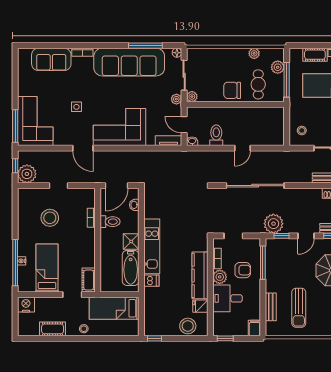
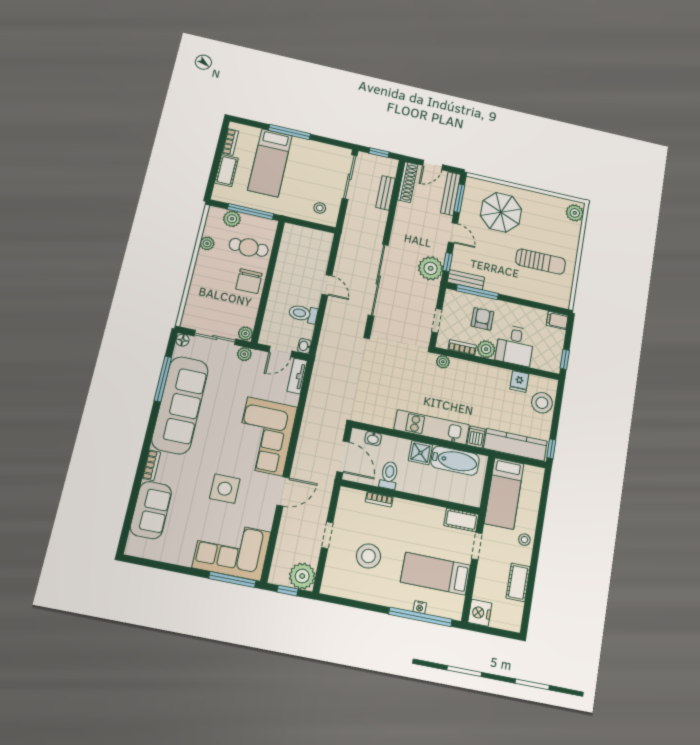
side table: (76, 107) -> (225, 489), width x1.87, depth x1.87
plant: (203, 246) -> (443, 362), added
kitchen counter: (200, 275) -> (515, 445), moved, turned 180
bench: (271, 307) -> (466, 280), moved

